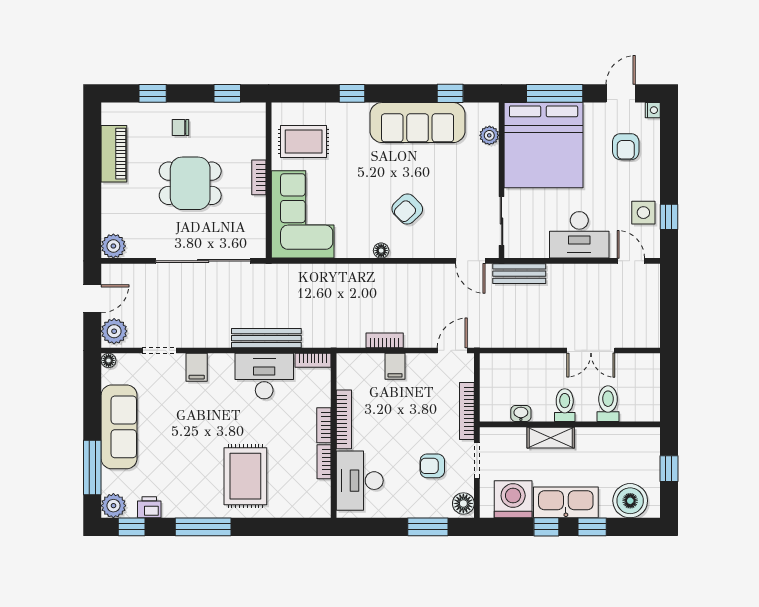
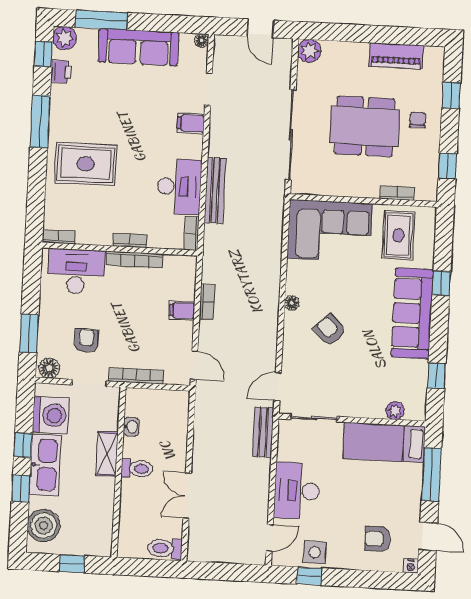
sofa: (418, 123) -> (412, 313), moved
bed: (544, 145) -> (384, 442), width x0.49
bookcase: (259, 177) -> (397, 193), moved
dining table: (190, 183) -> (365, 126), width x1.38
plant: (114, 331) -> (229, 47), removed
toilet: (608, 404) -> (165, 548), moved, turned 180
bookcase: (324, 462) -> (59, 237), moved

